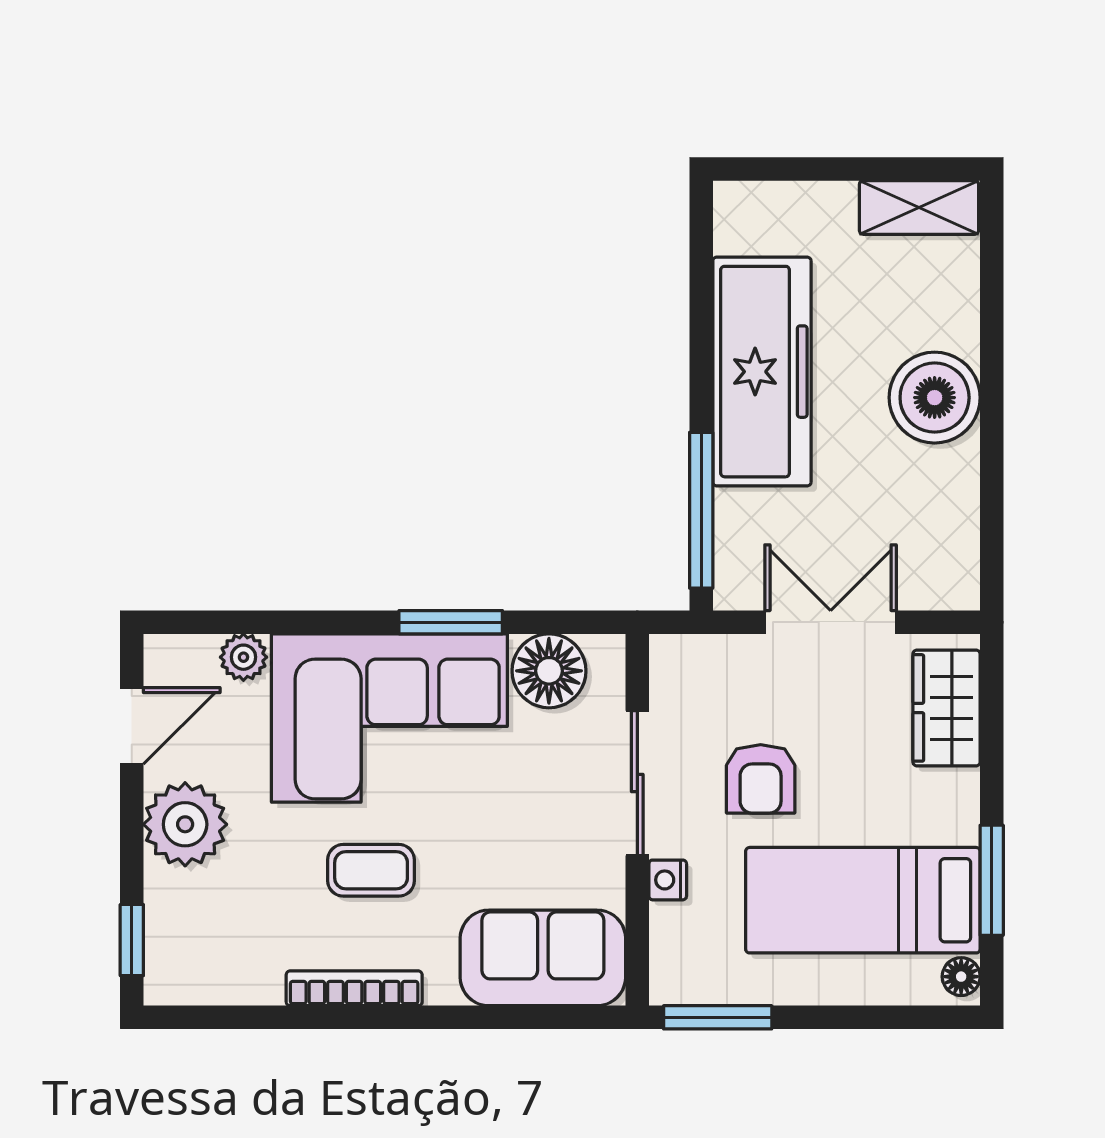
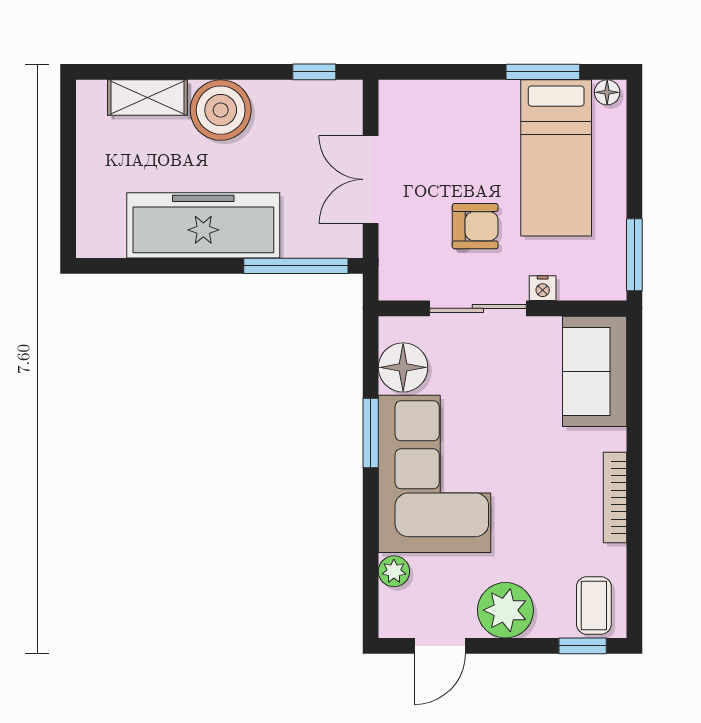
shelving: (919, 207) -> (147, 98), moved, turned 90
window: (992, 538) -> (314, 72), added
wardrobe: (947, 708) -> (428, 102), removed
door: (132, 726) -> (440, 646), swing flipped
coffee table: (371, 870) -> (594, 605), moved

